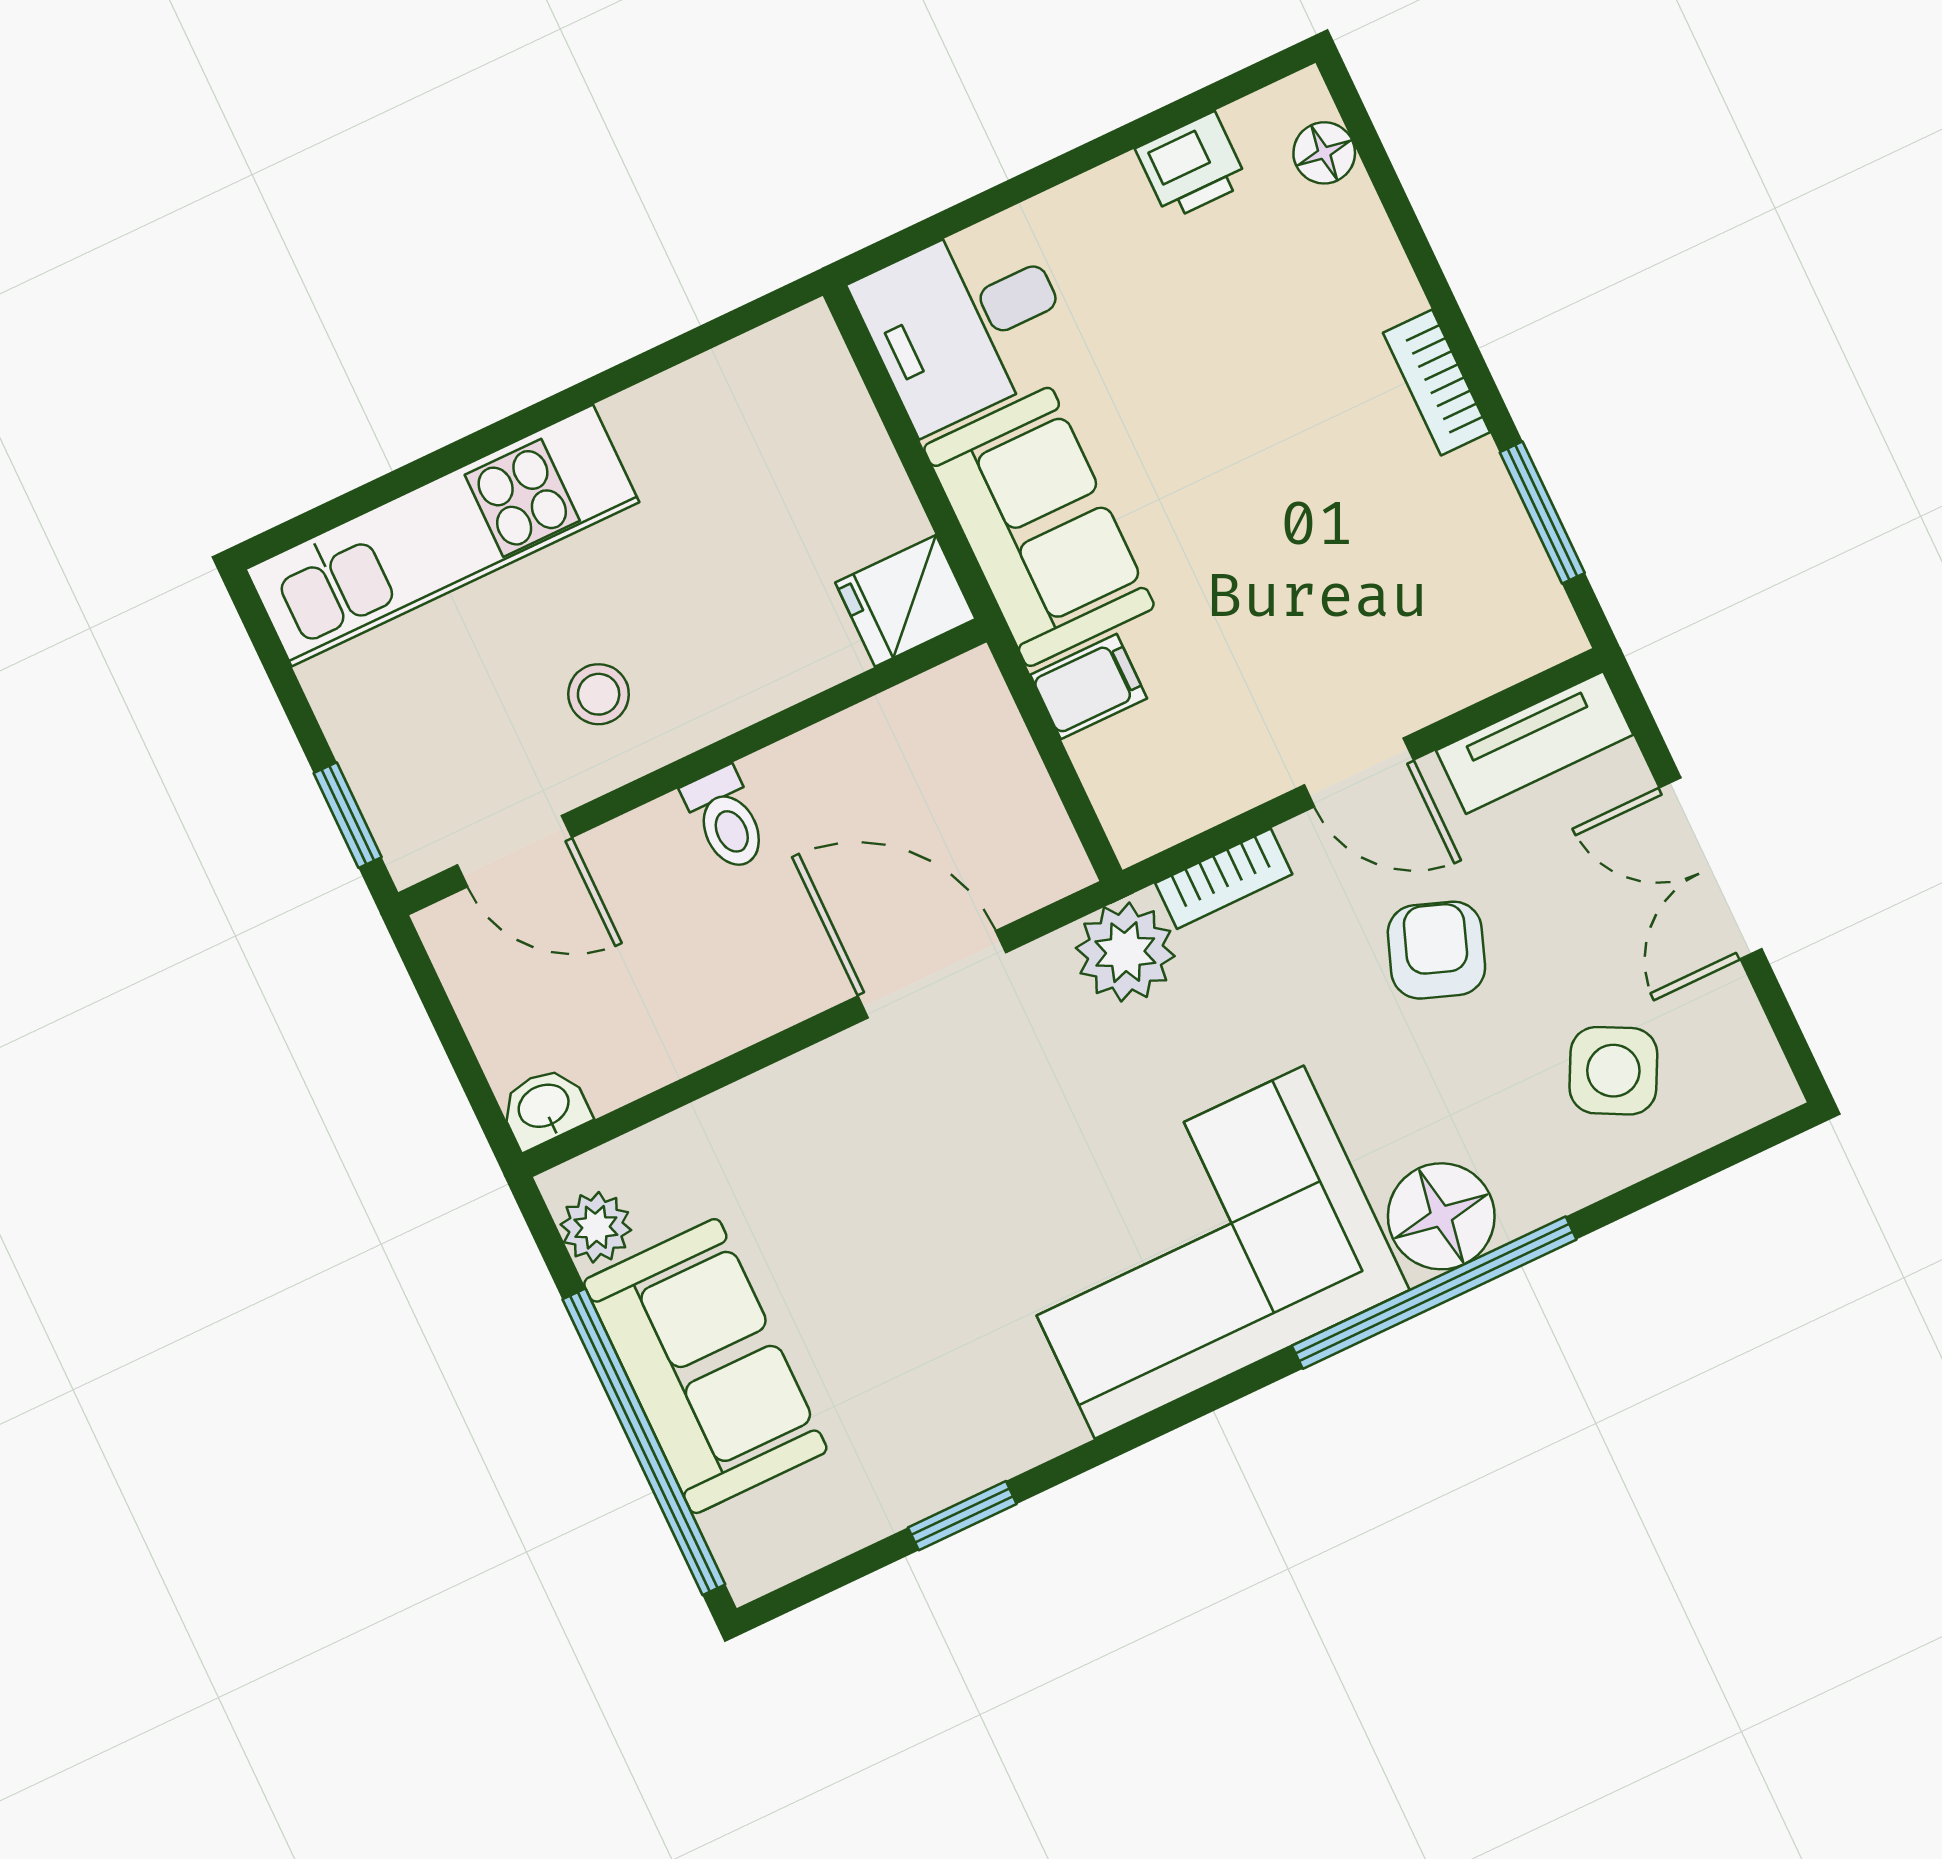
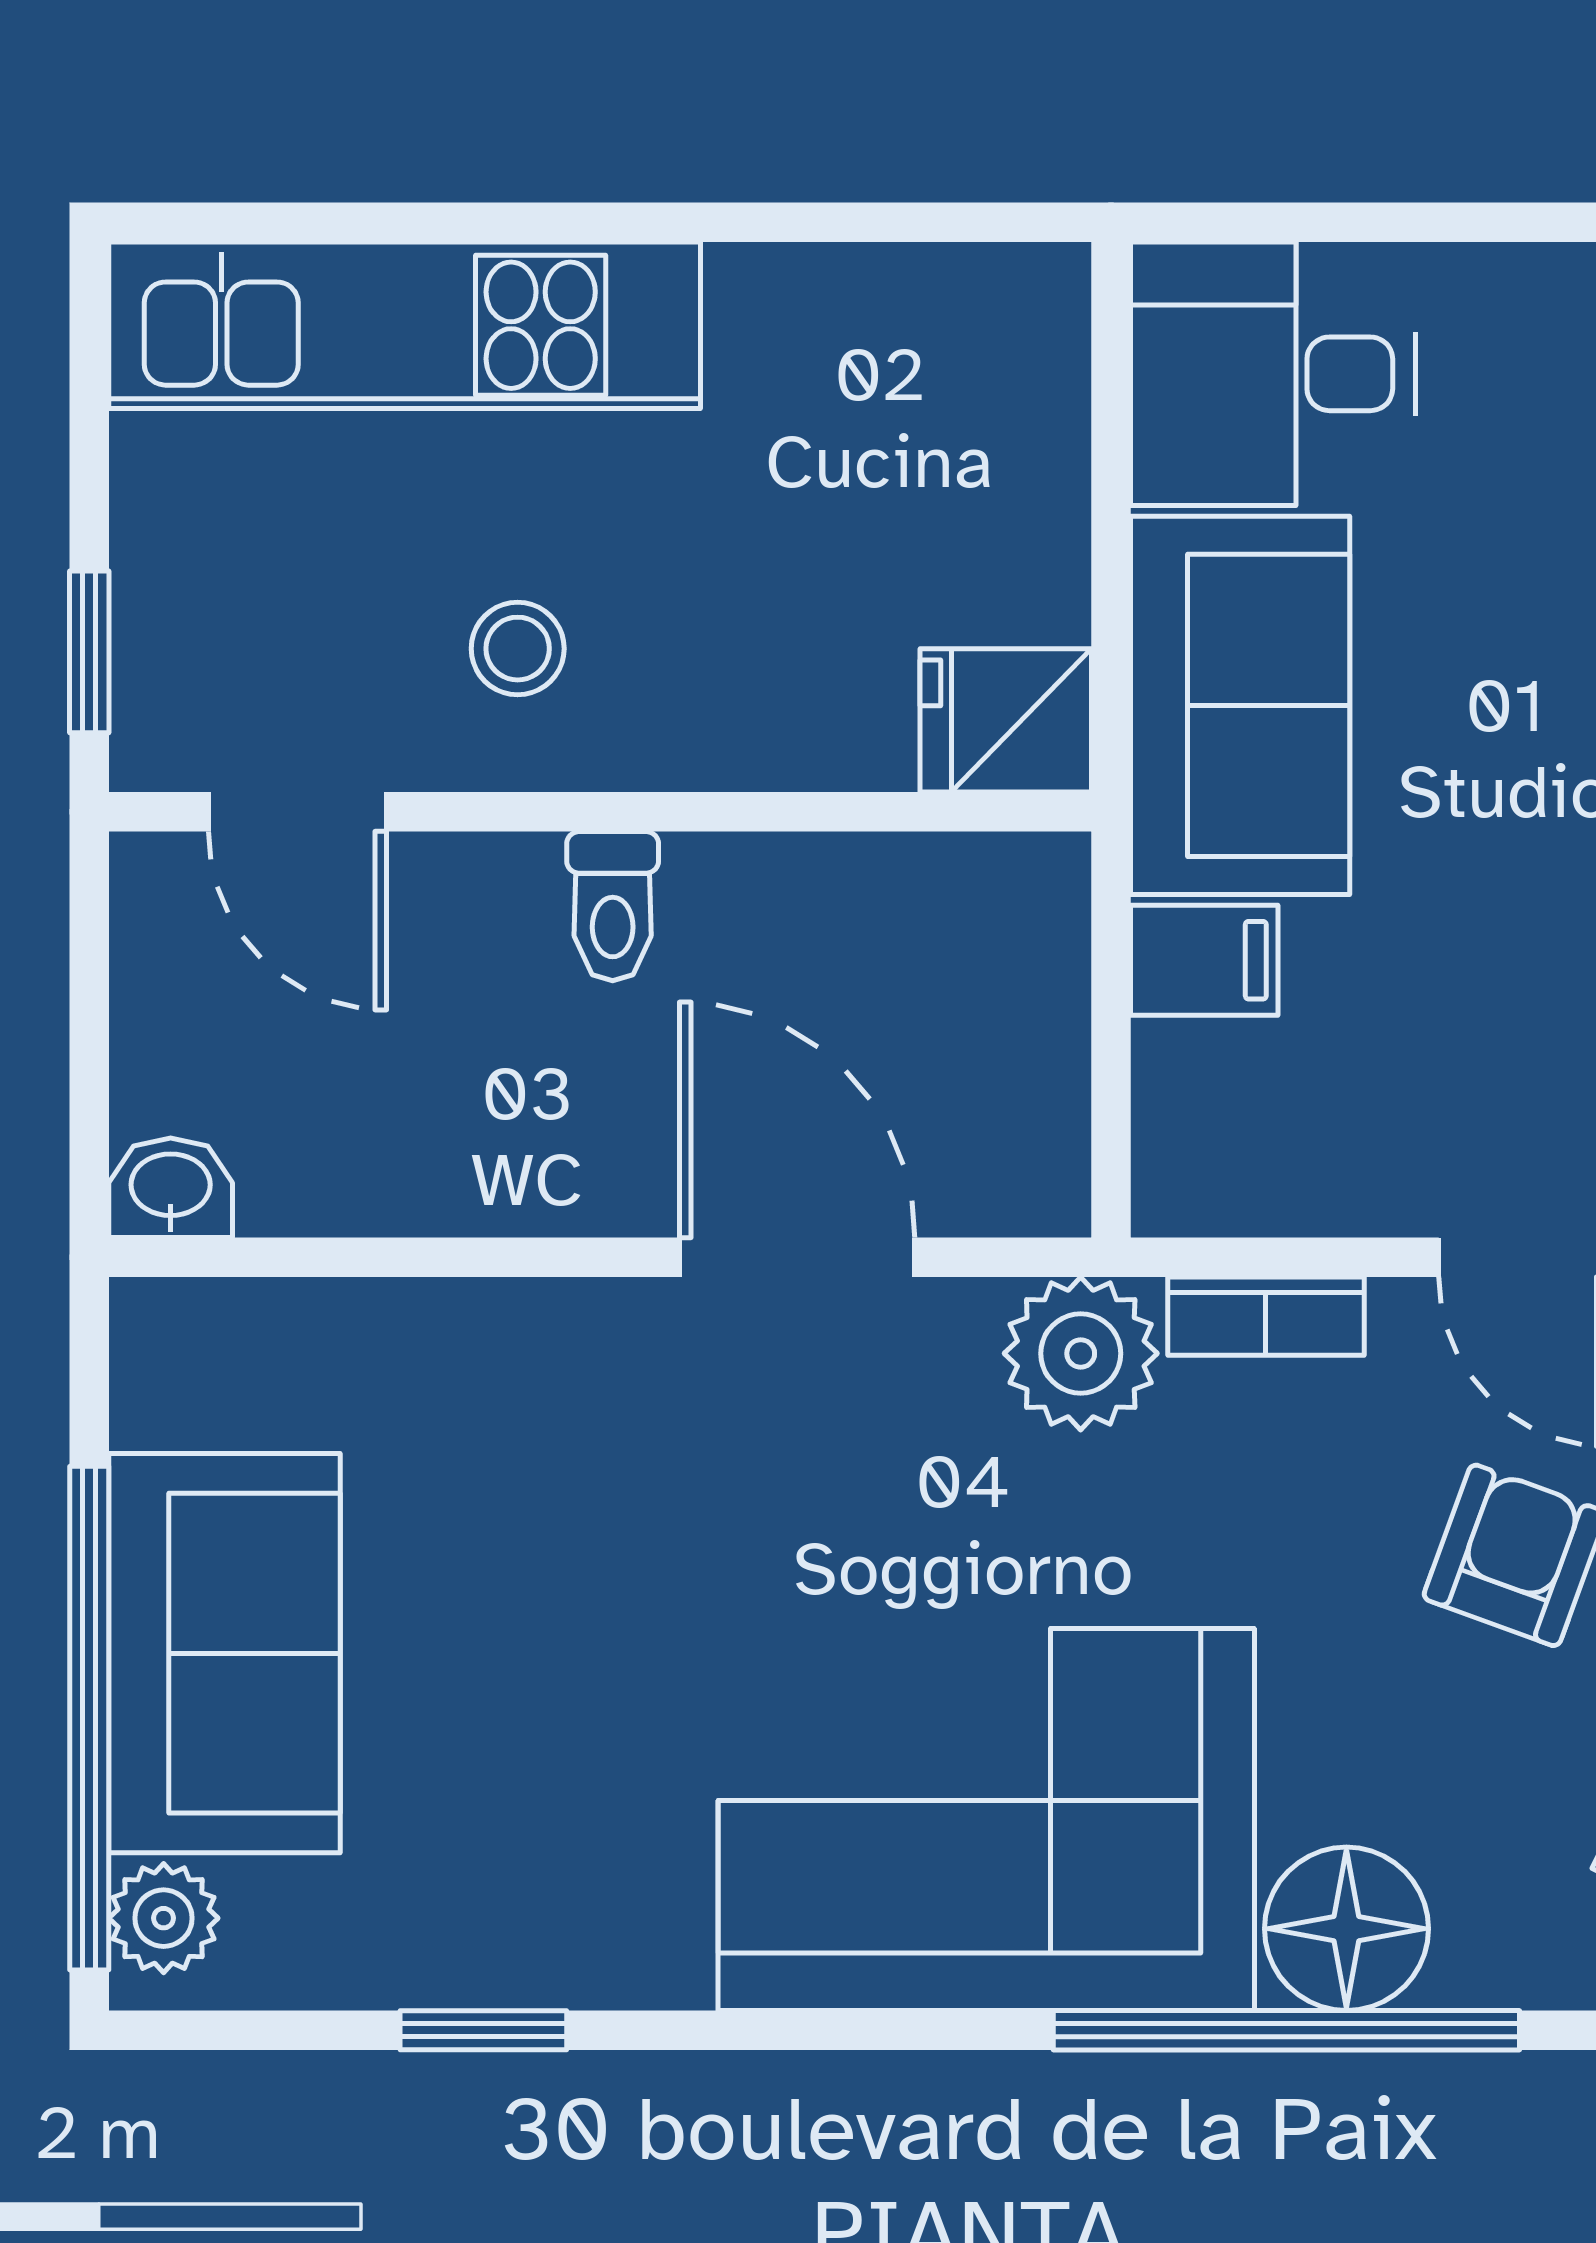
plant: (596, 1227) -> (164, 1918), moved

